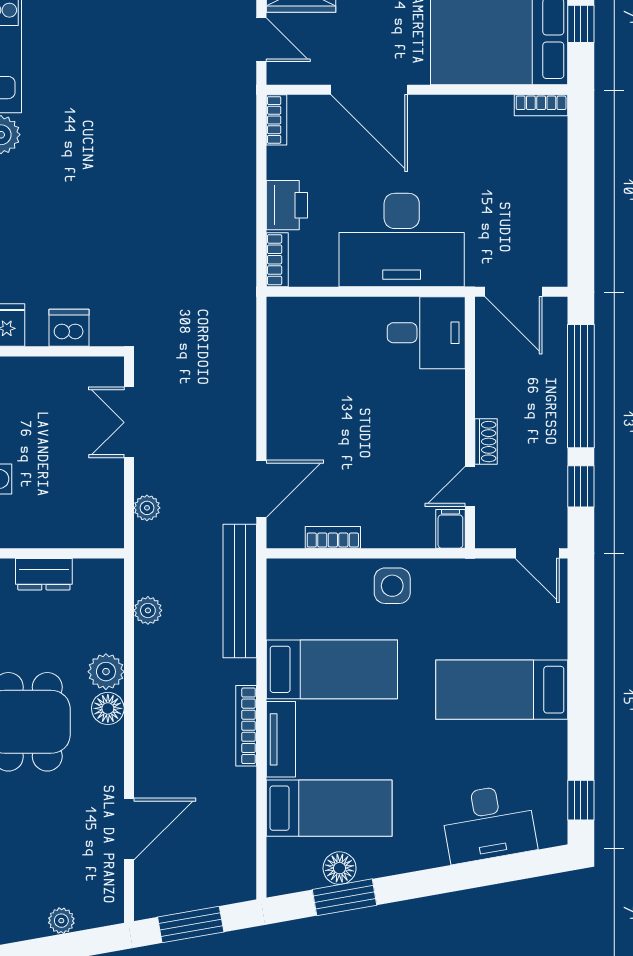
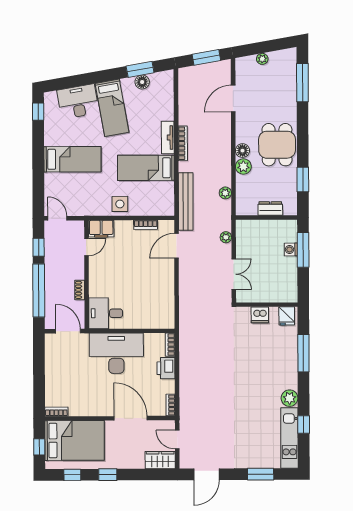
shoe rack: (486, 442) -> (80, 290), moved
filing cabinet: (450, 529) -> (101, 229), width x2.00
bed: (329, 808) -> (112, 108), moved, turned -100

